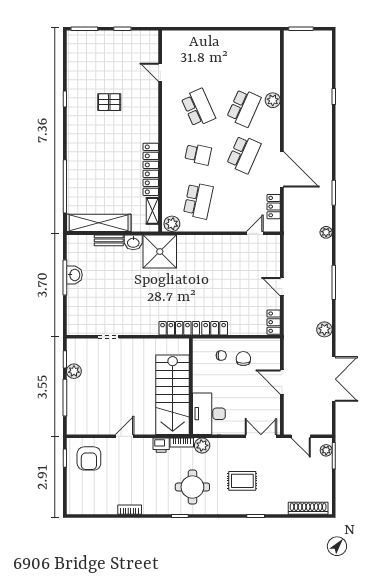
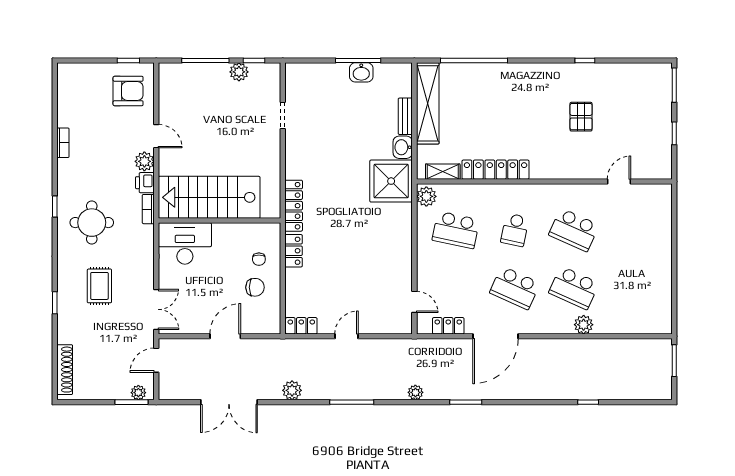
school desk: (198, 108) -> (574, 230), turned 48
plant: (202, 445) -> (144, 161), moved
armchair: (89, 458) -> (128, 91), turned 180

